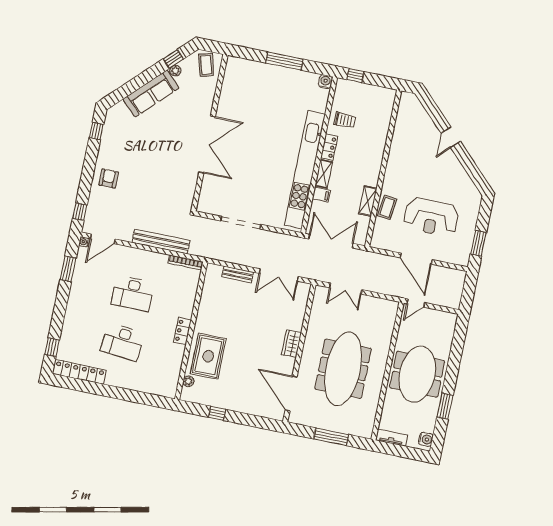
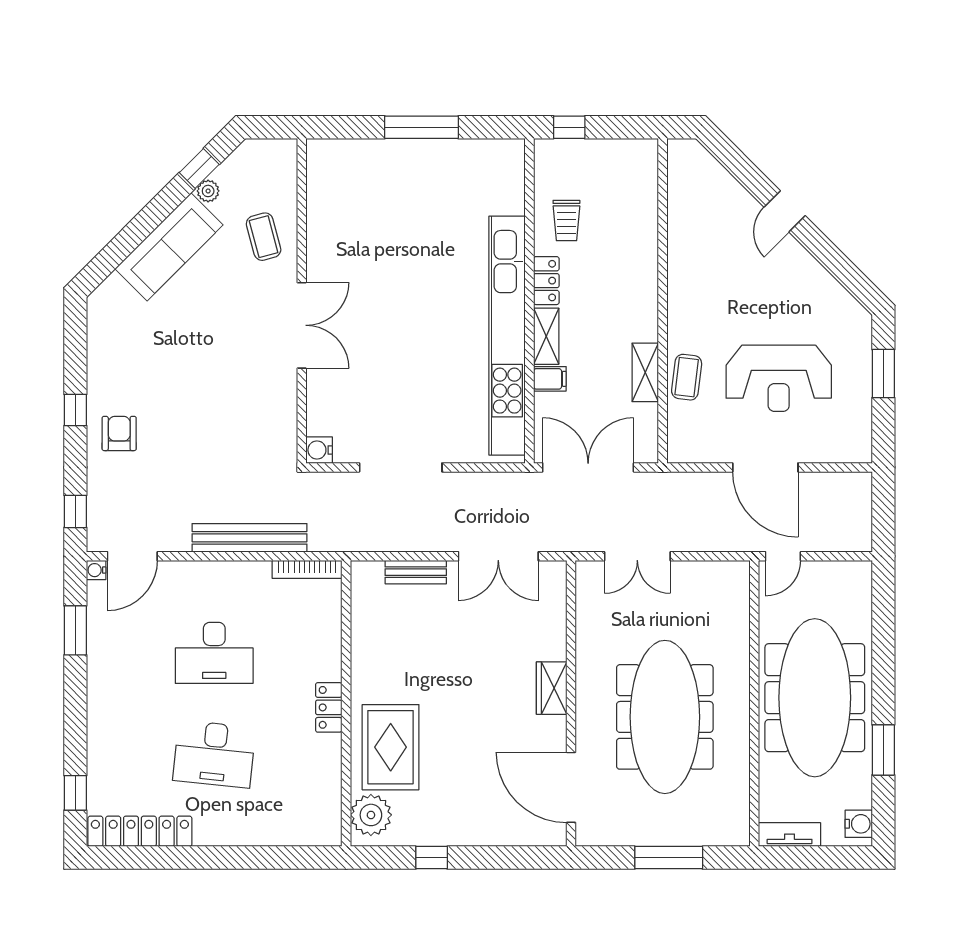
coffee table: (206, 65) -> (264, 237), moved
water cooler: (325, 82) -> (319, 450), moved, turned -90
trolley: (345, 120) -> (566, 220), turned 90
window: (96, 131) -> (75, 410), moved
double door: (207, 144) -> (302, 325), width x0.73
window: (478, 243) -> (883, 374), moved
meeting table: (417, 374) -> (815, 698), width x1.36
plant: (188, 381) -> (371, 815), width x1.88, depth x1.88

